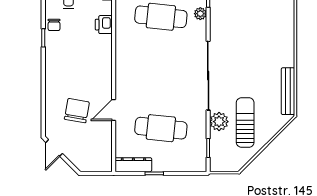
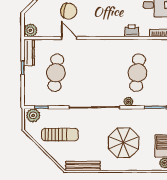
plant: (200, 14) -> (128, 102), moved
parasol: (256, 36) -> (124, 143), added
plant: (219, 122) -> (33, 115), moved
plant: (103, 163) -> (30, 30), added

